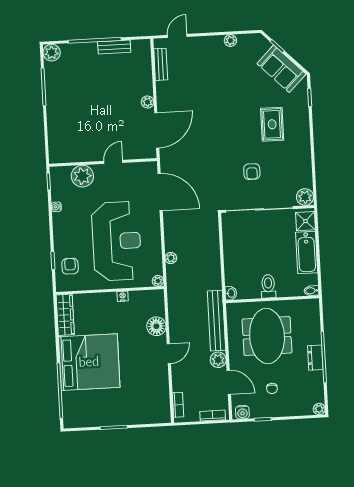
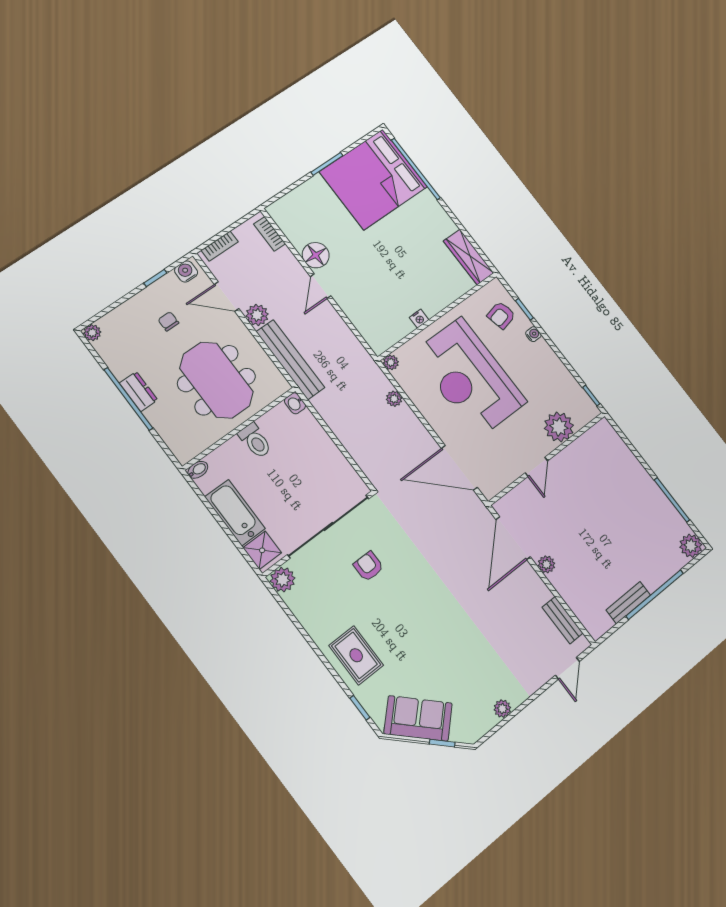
rug: (272, 124) -> (356, 655), moved
water cooler: (56, 207) -> (533, 334), moved
armchair: (70, 266) -> (501, 315), turned 77
floor lamp: (156, 326) -> (316, 255), moved
bed: (89, 362) -> (373, 179), moved

